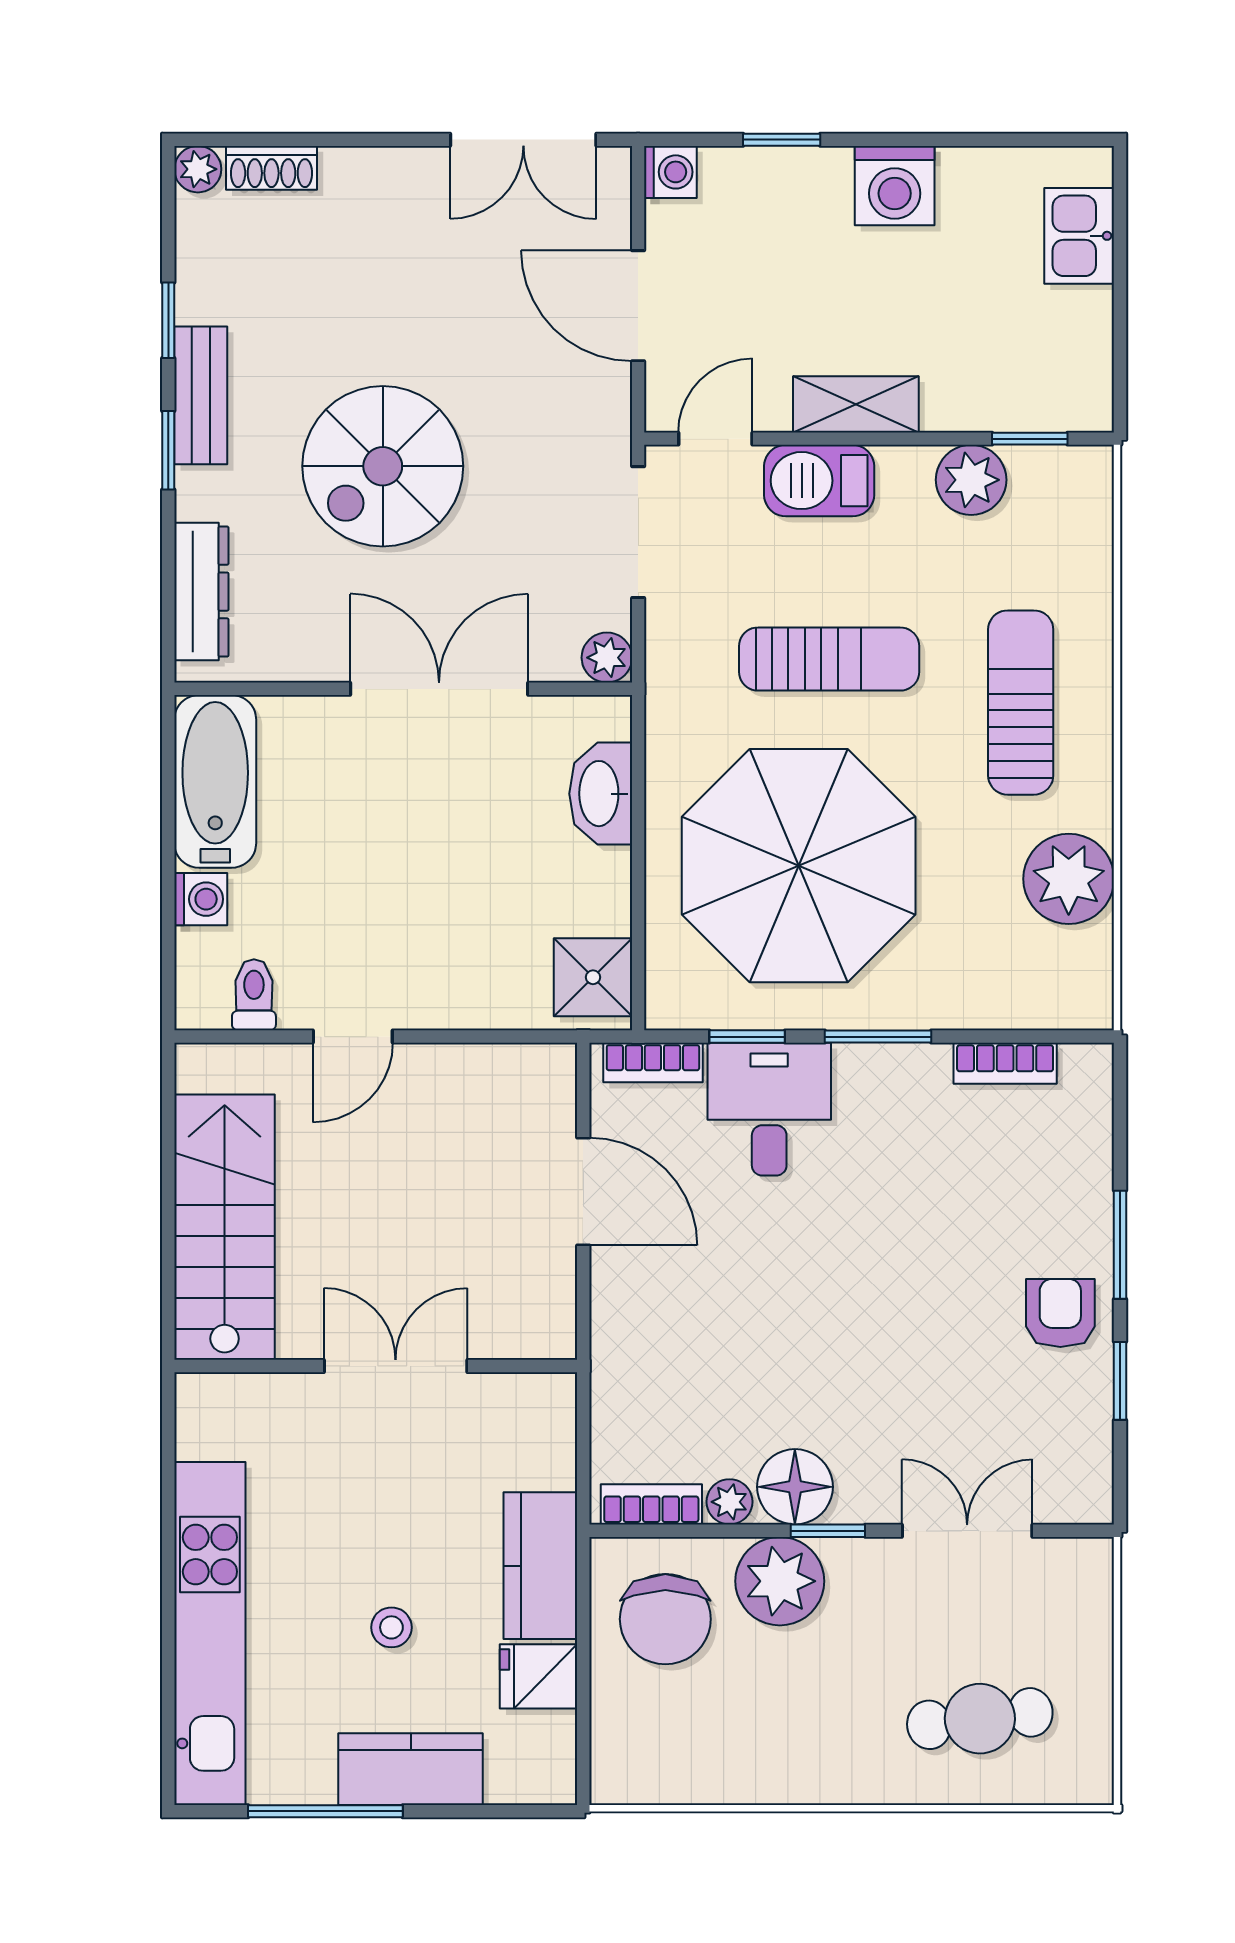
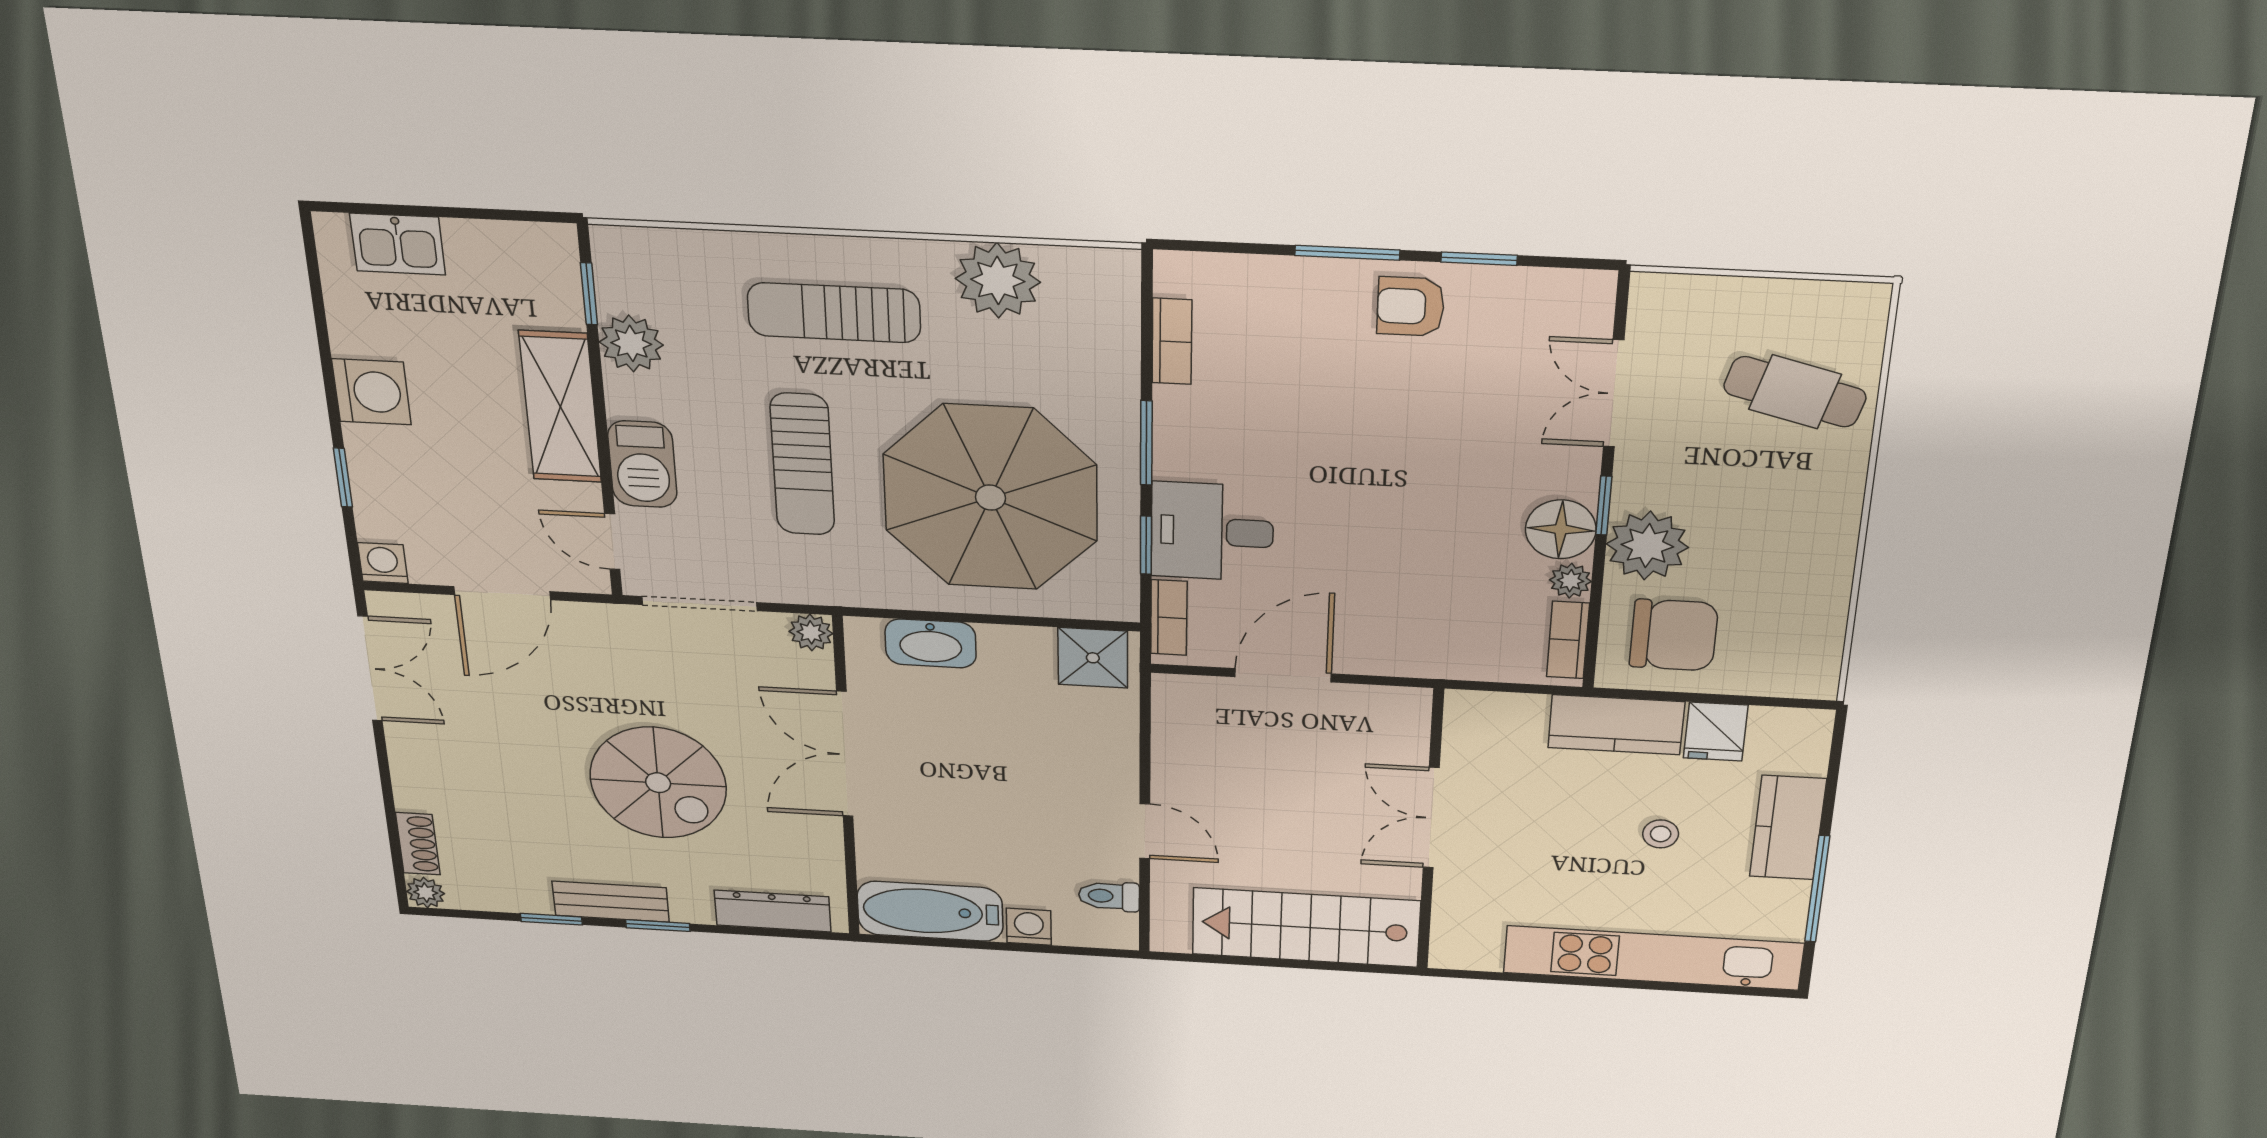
shelving: (856, 404) -> (560, 407), width x1.50, depth x1.33
sun lounger: (829, 659) -> (802, 464), turned 180
cafe table: (980, 1719) -> (1795, 392), turned -68

